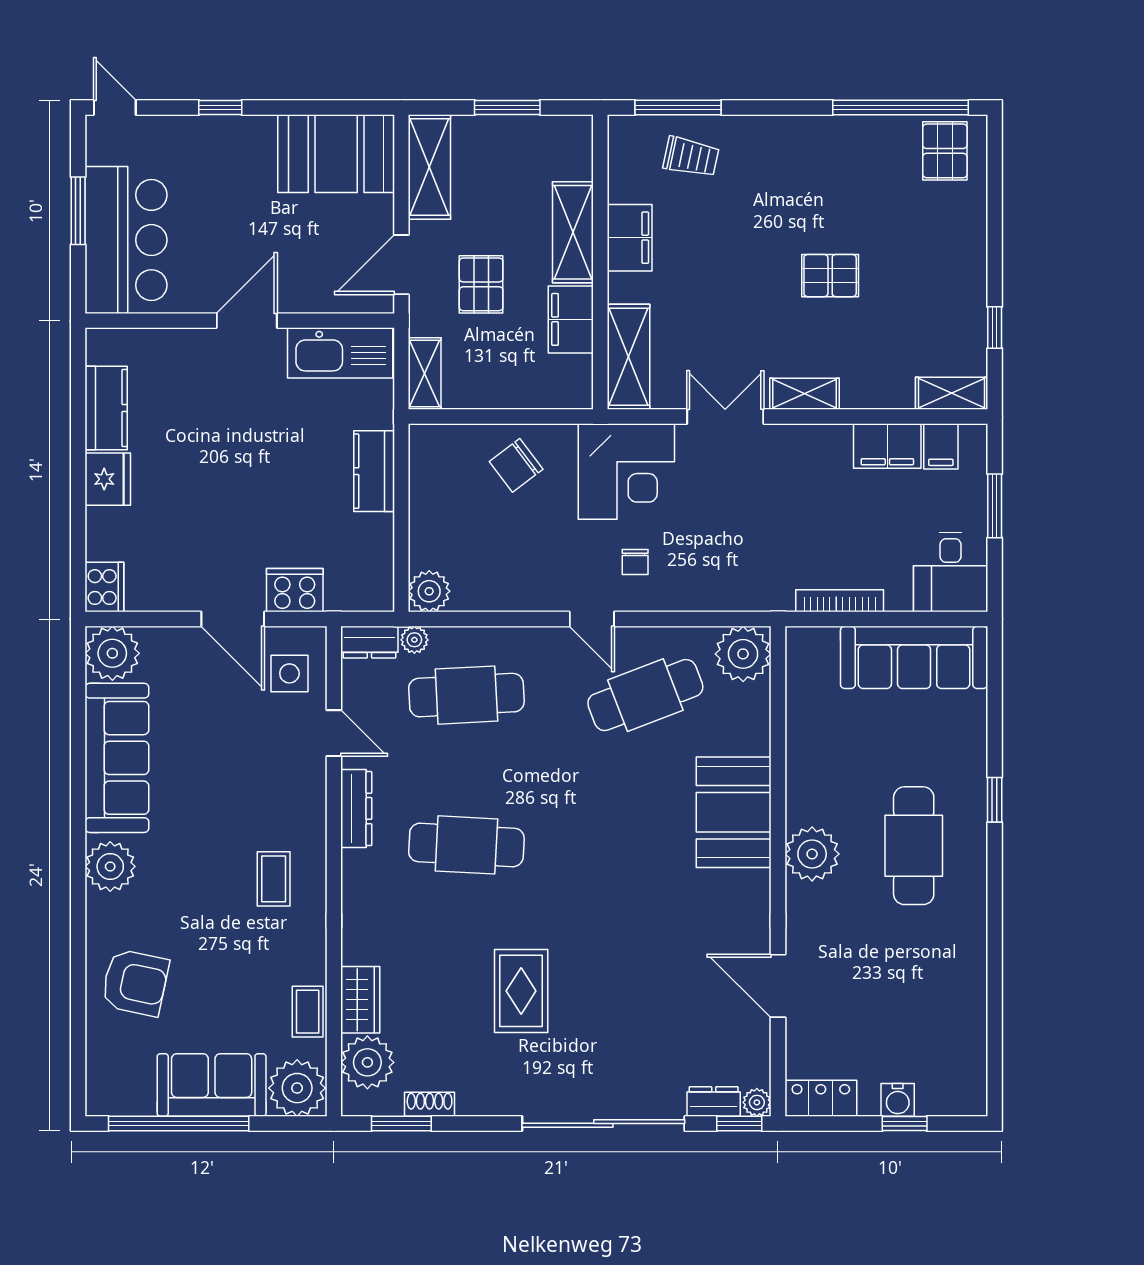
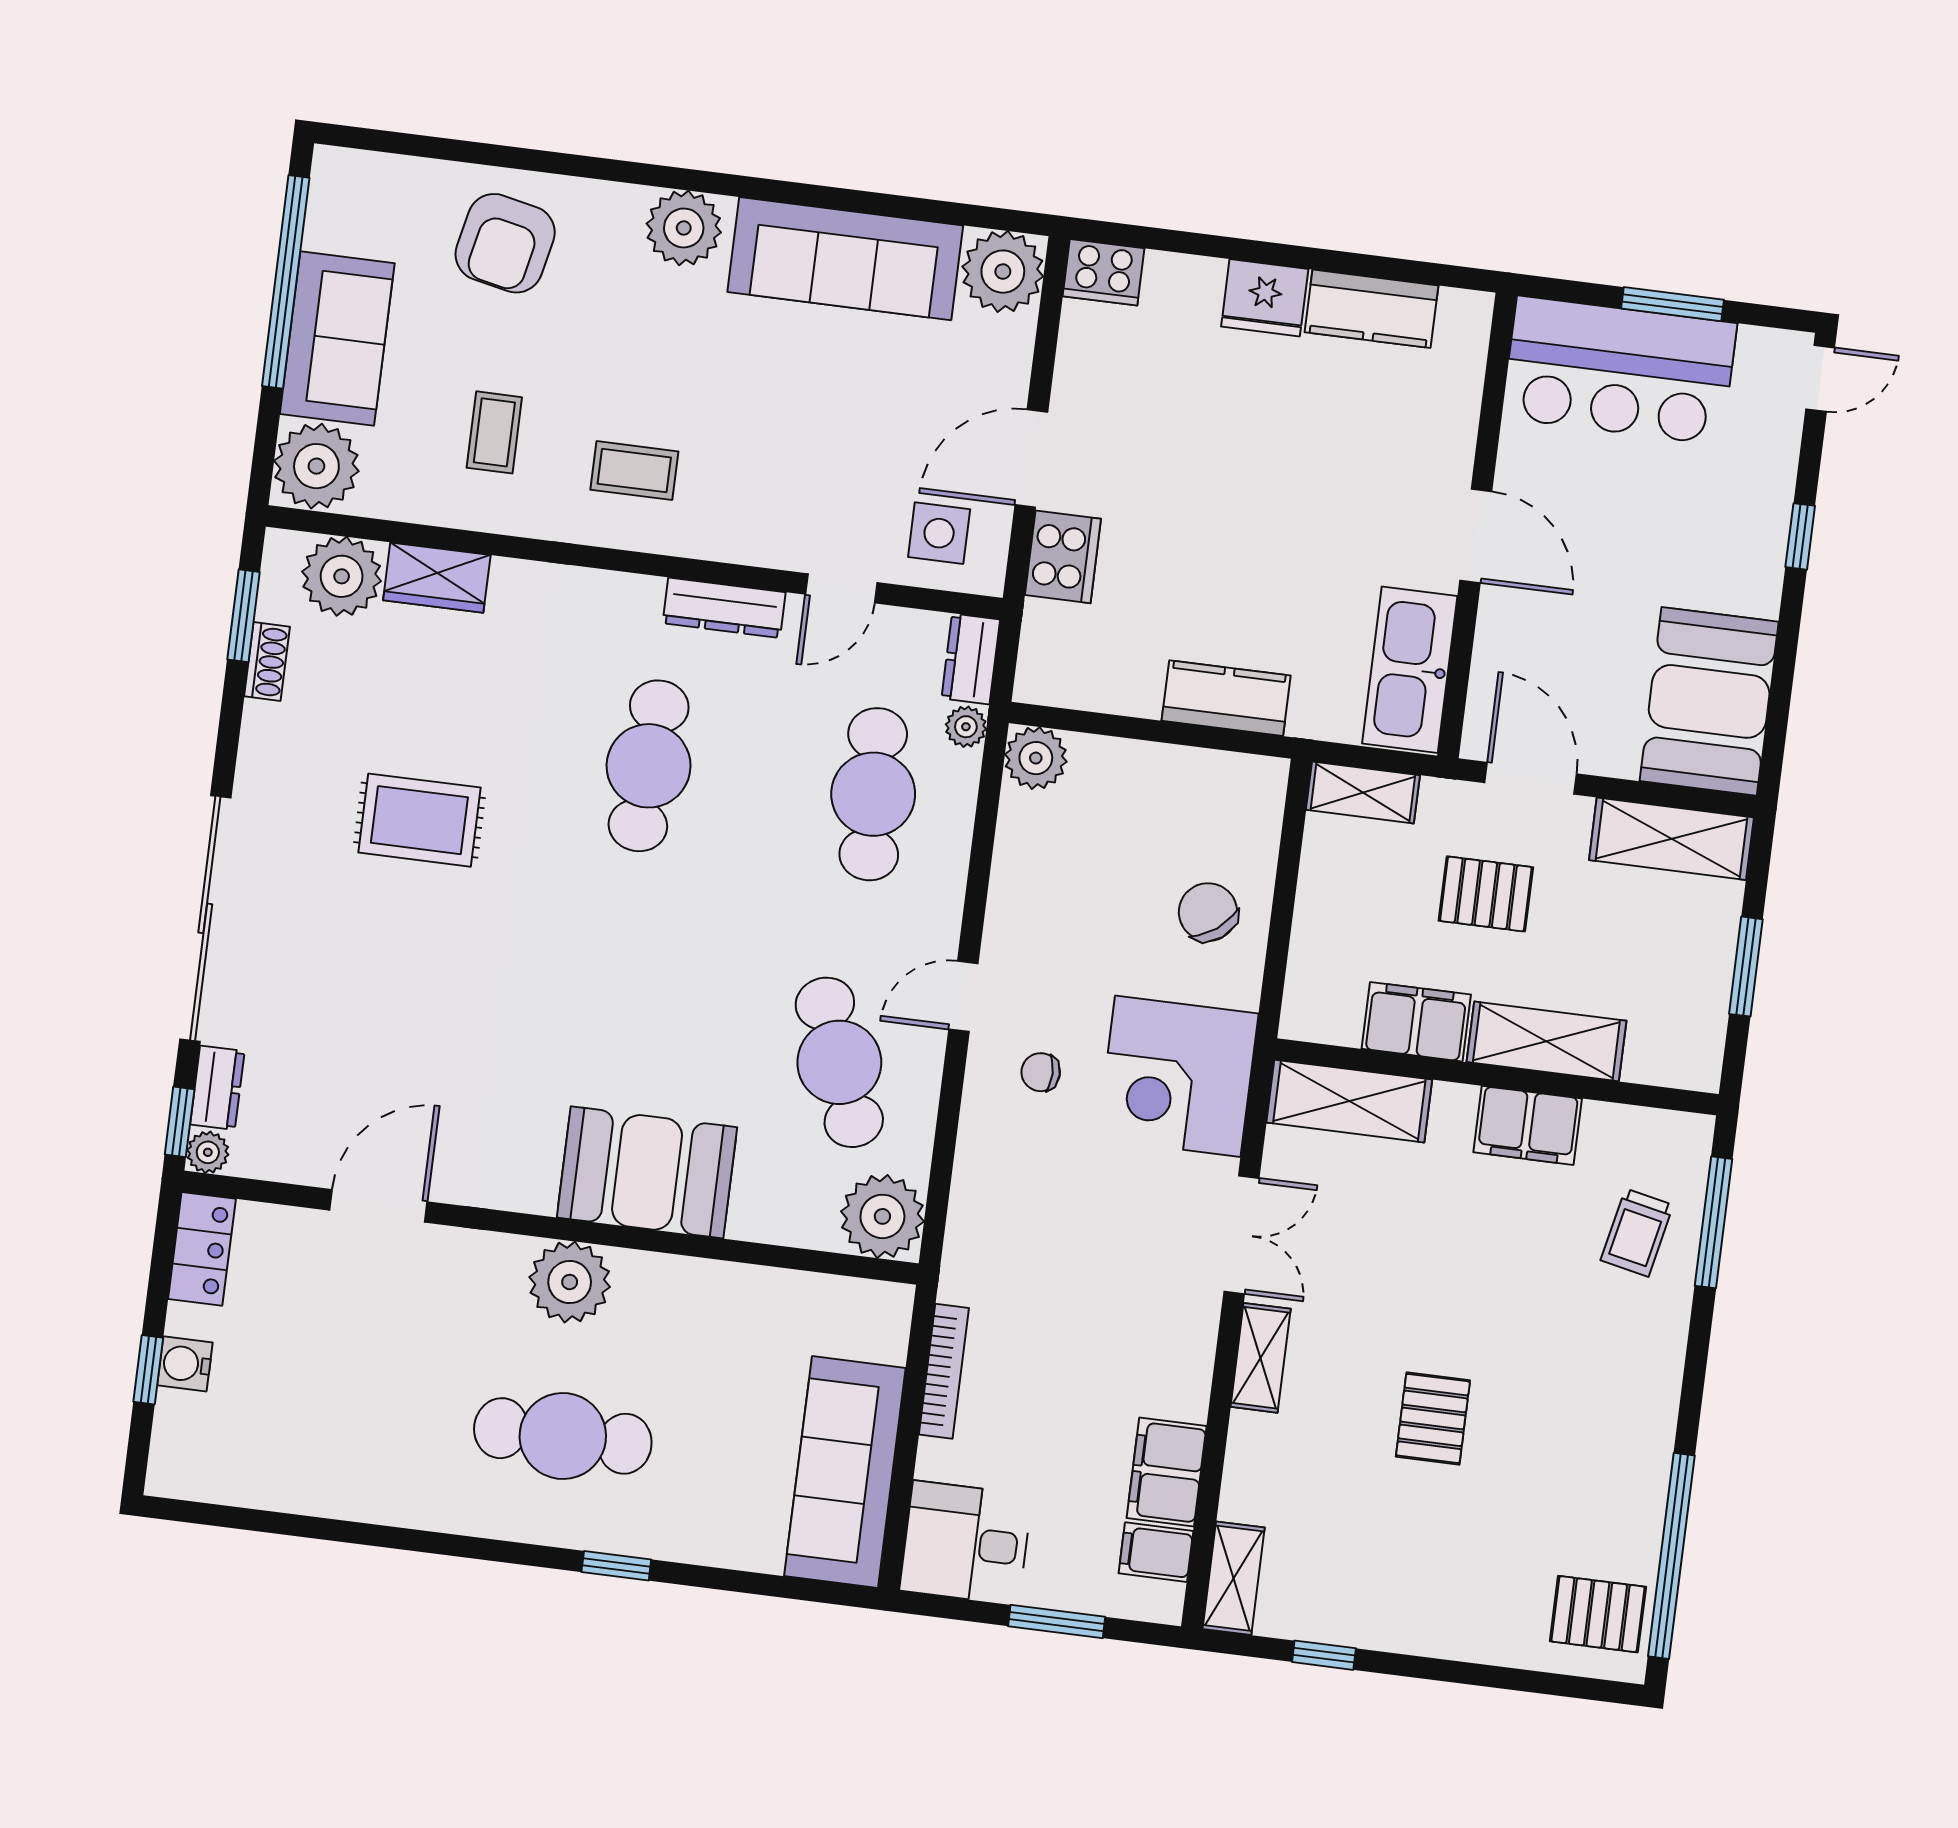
coffee table: (308, 1012) -> (494, 432), moved, turned 90

